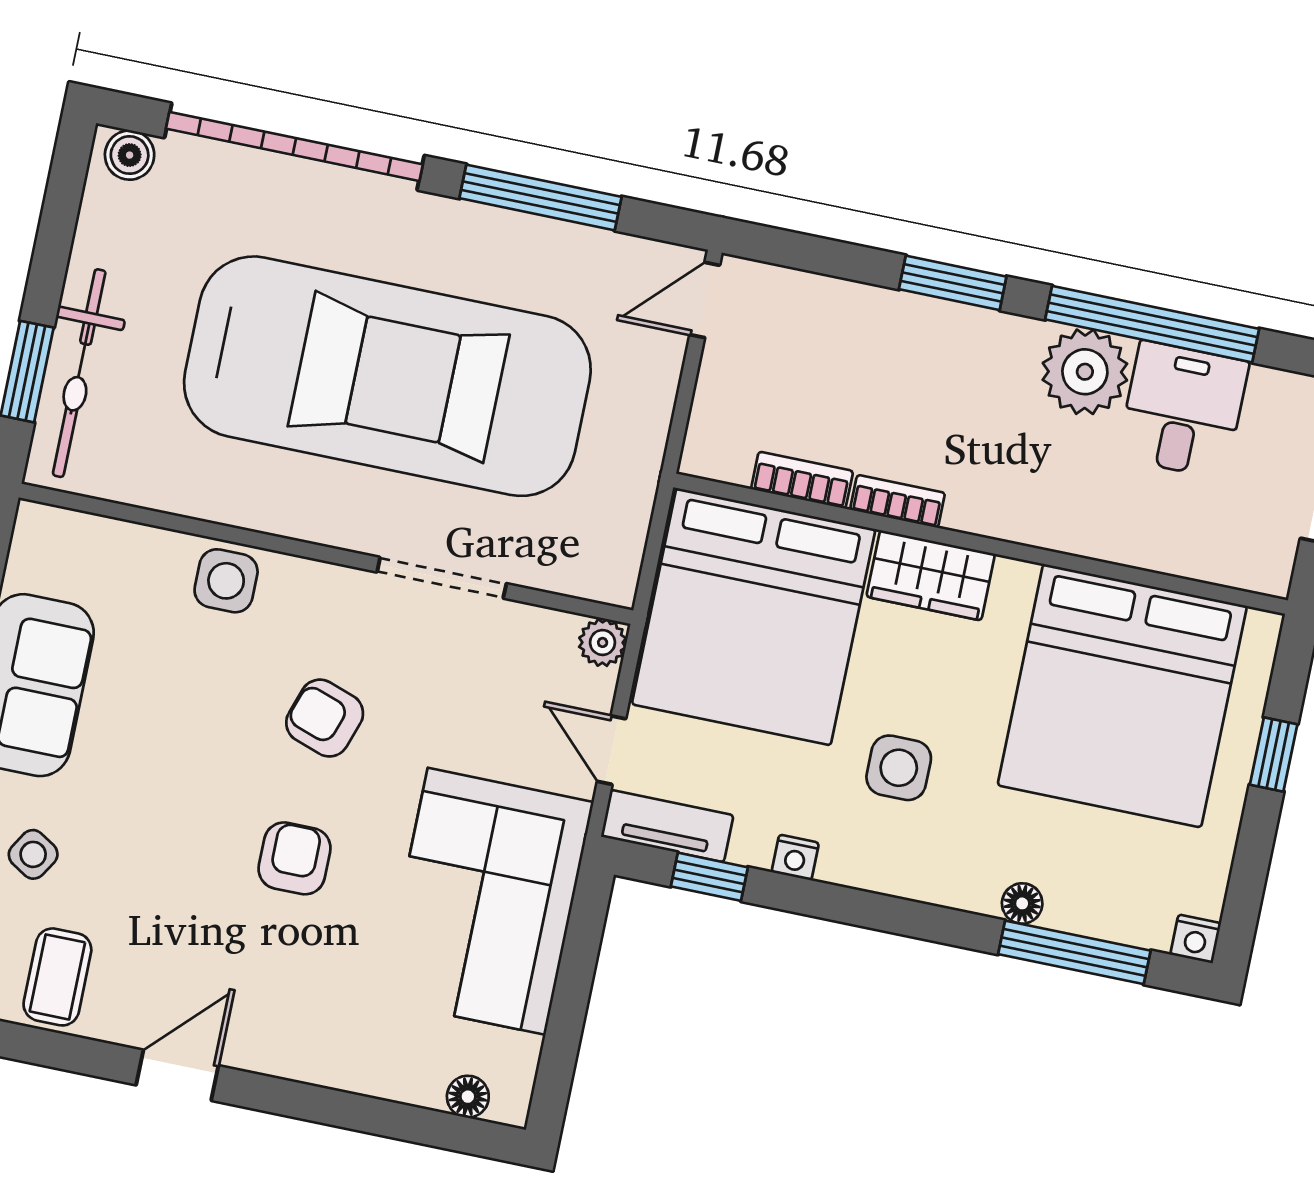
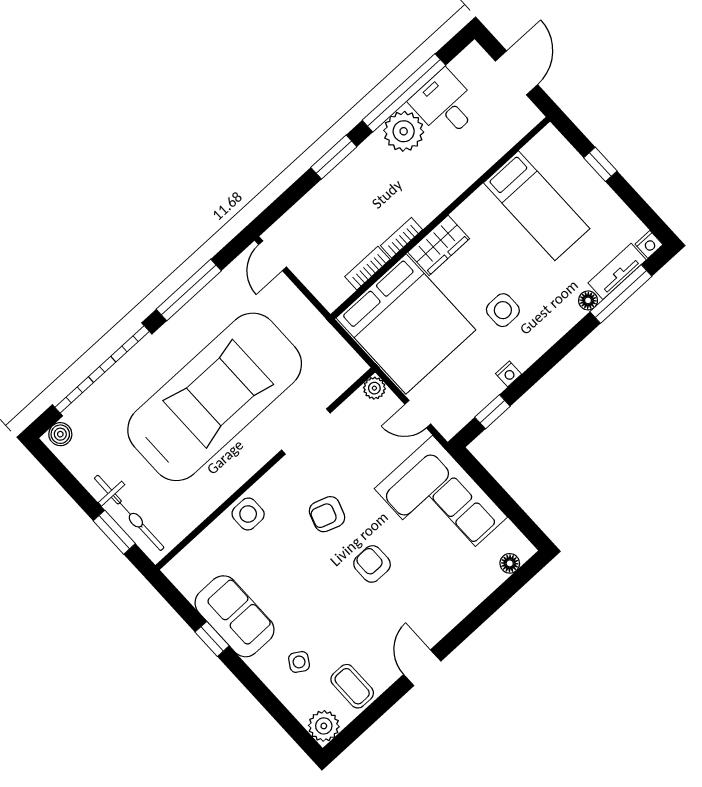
bed: (1122, 696) -> (537, 206), width x0.49
tv unit: (667, 826) -> (617, 271), moved

